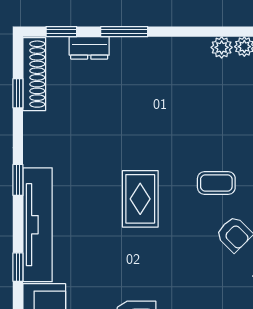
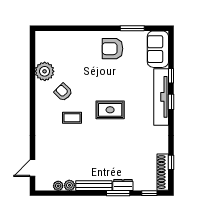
bench: (173, 47) -> (94, 186), added
dresser: (89, 48) -> (123, 185), moved
window: (18, 180) -> (171, 102), moved
rug: (140, 199) -> (110, 110), turned 90

